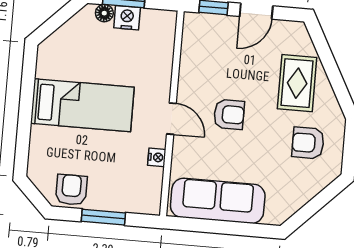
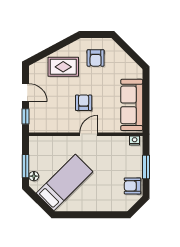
nightstand: (127, 18) -> (35, 163), removed
bed: (82, 105) -> (65, 182), moved, turned 45
nightstand: (157, 157) -> (135, 140), moved

